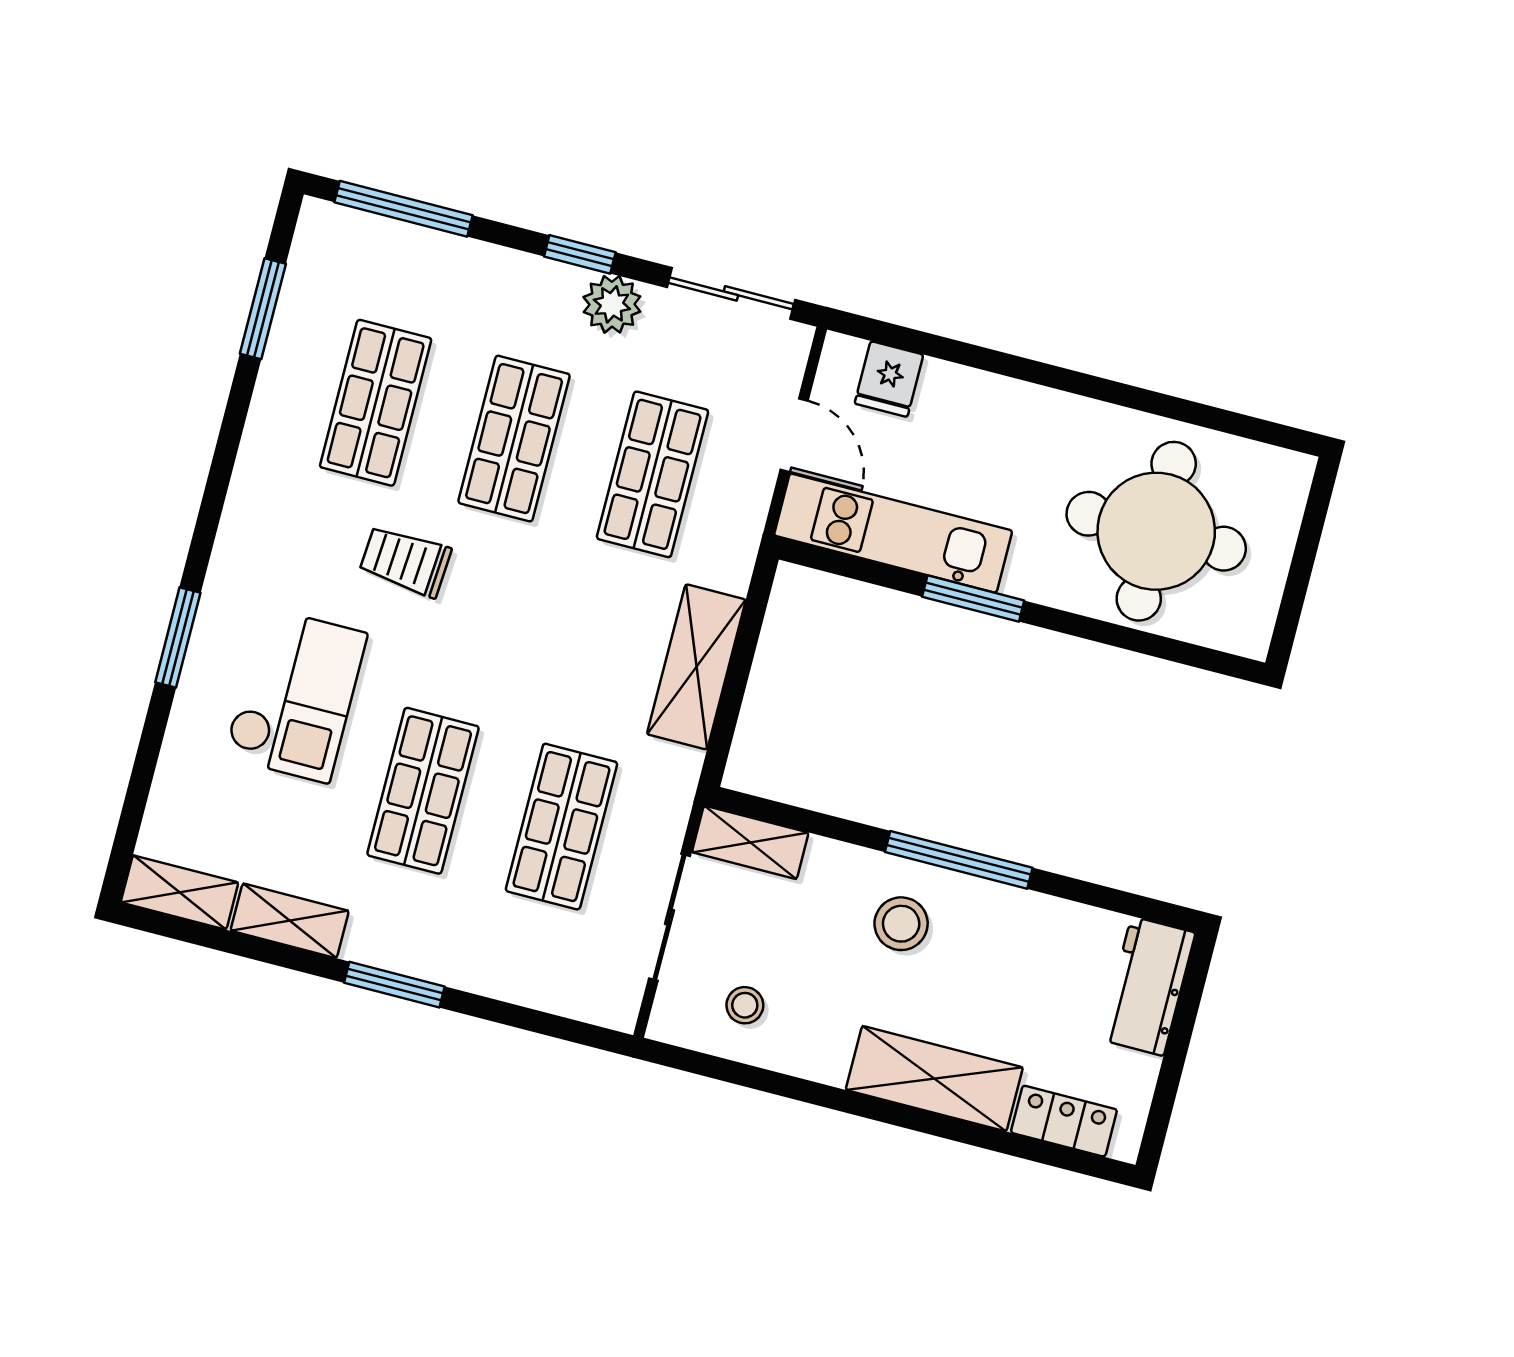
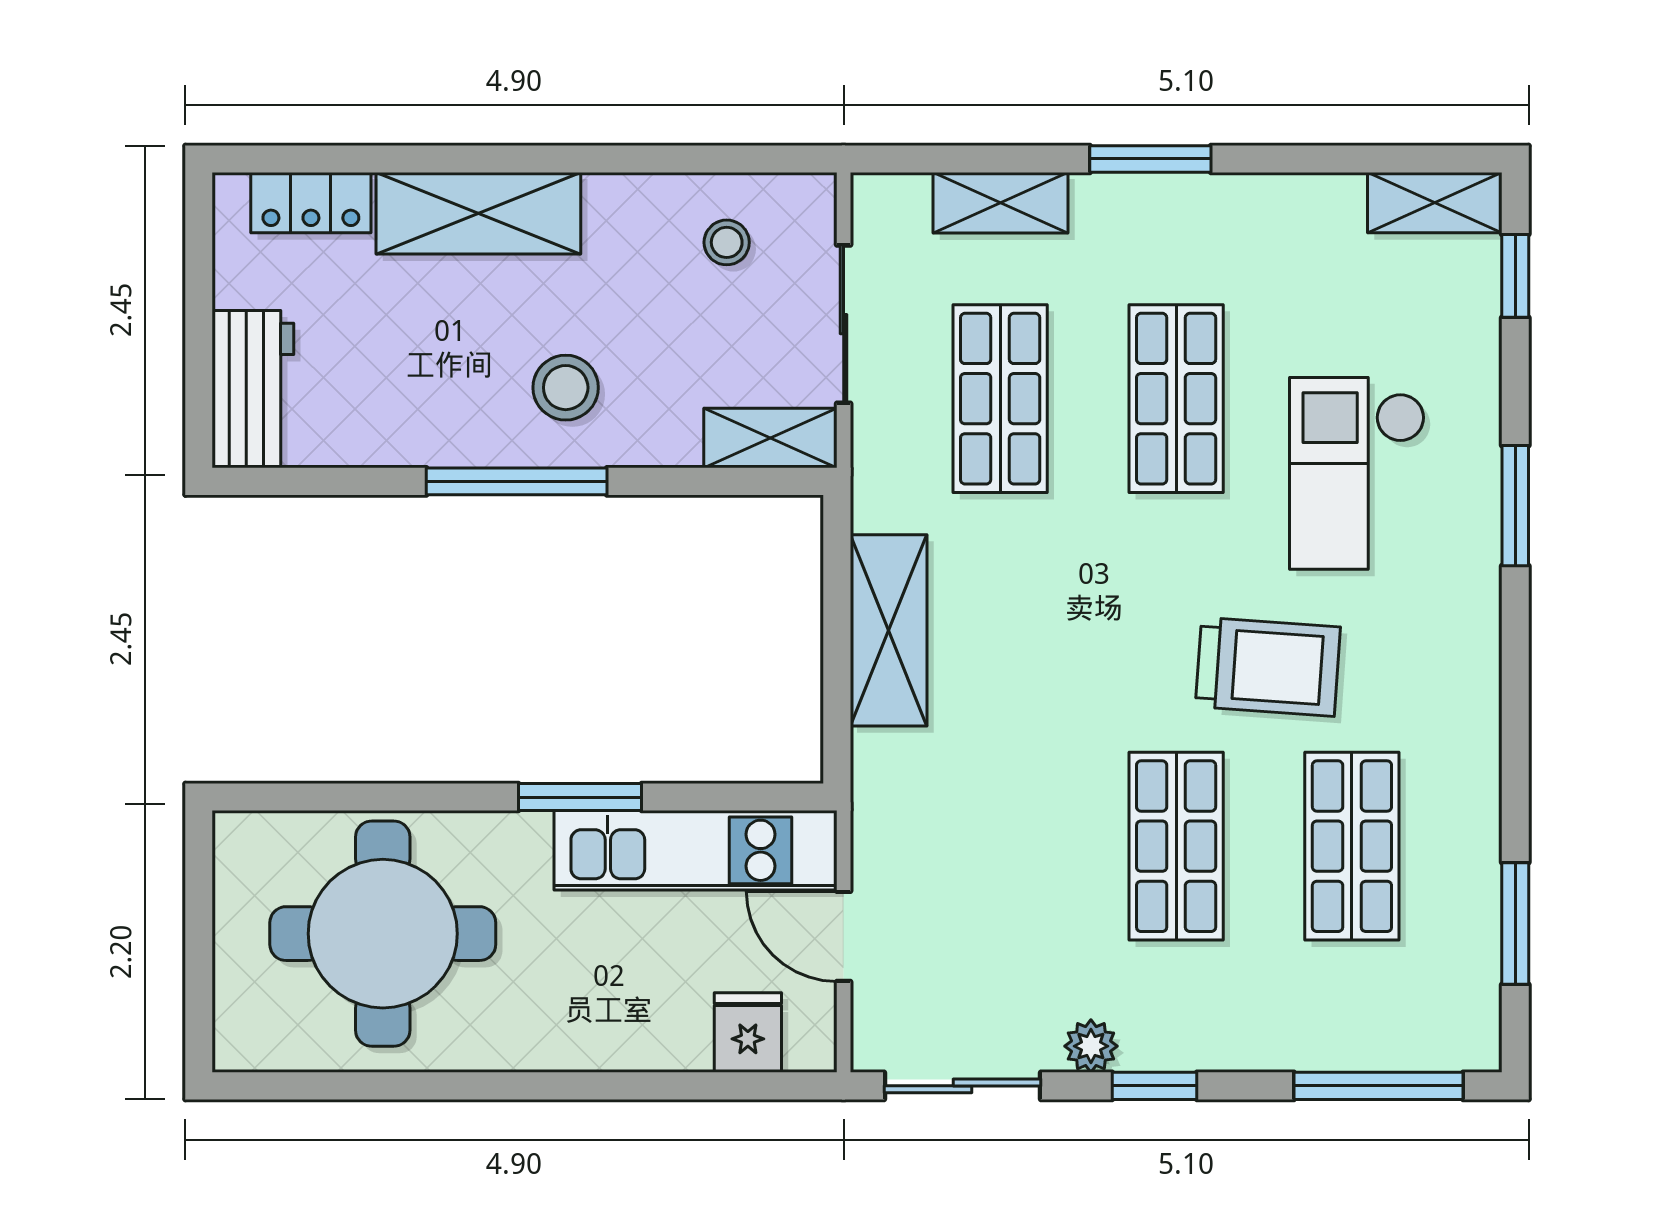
plant: (612, 304) -> (1091, 1046), width x0.73, depth x0.73
shop shelf: (653, 474) -> (1000, 846), removed
trolley: (405, 561) -> (1268, 667), width x1.36, depth x1.39
window: (131, 818) -> (1515, 276), added
shelving: (290, 921) -> (1000, 203), moved

